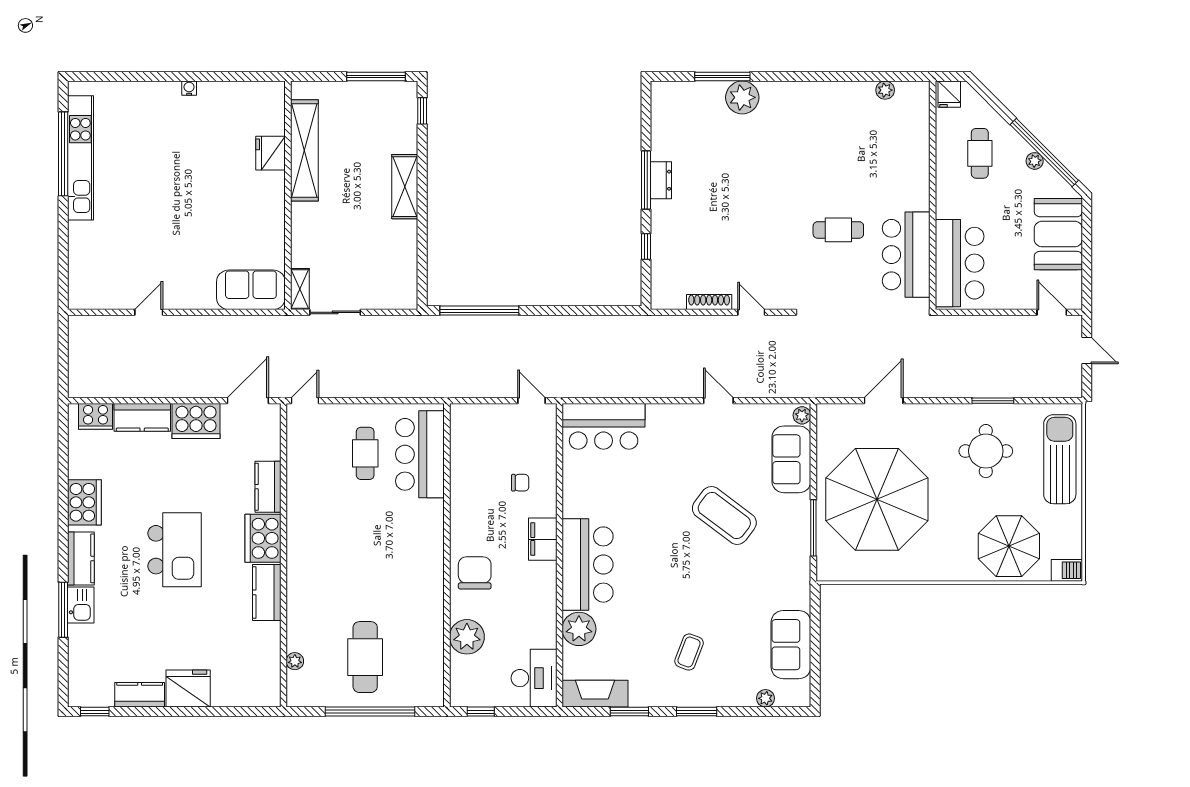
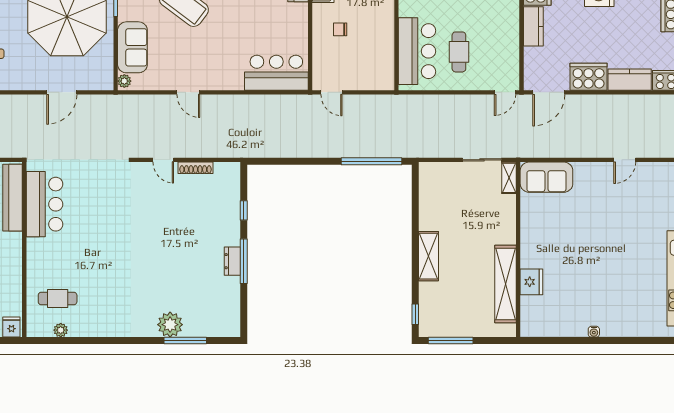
cafe table: (838, 230) -> (58, 298), moved

